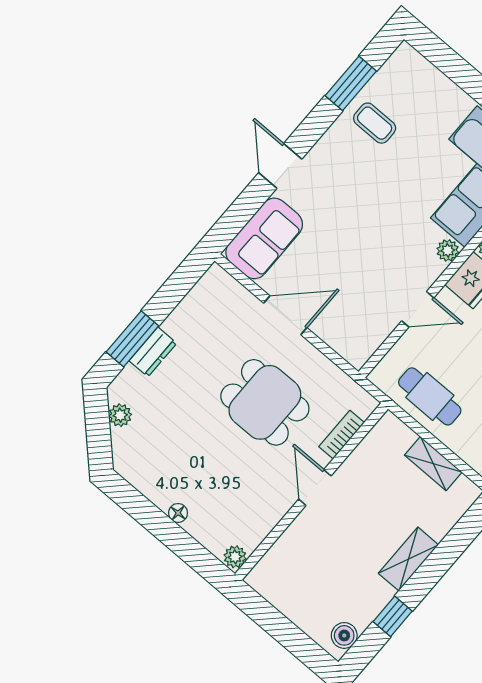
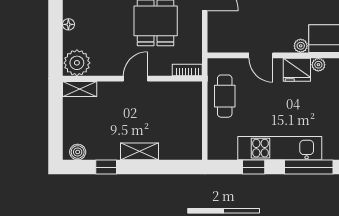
bookcase: (342, 435) -> (187, 70), moved
shelving: (433, 464) -> (80, 89), moved, turned 90
plant: (235, 557) -> (77, 63), width x1.88, depth x1.88

